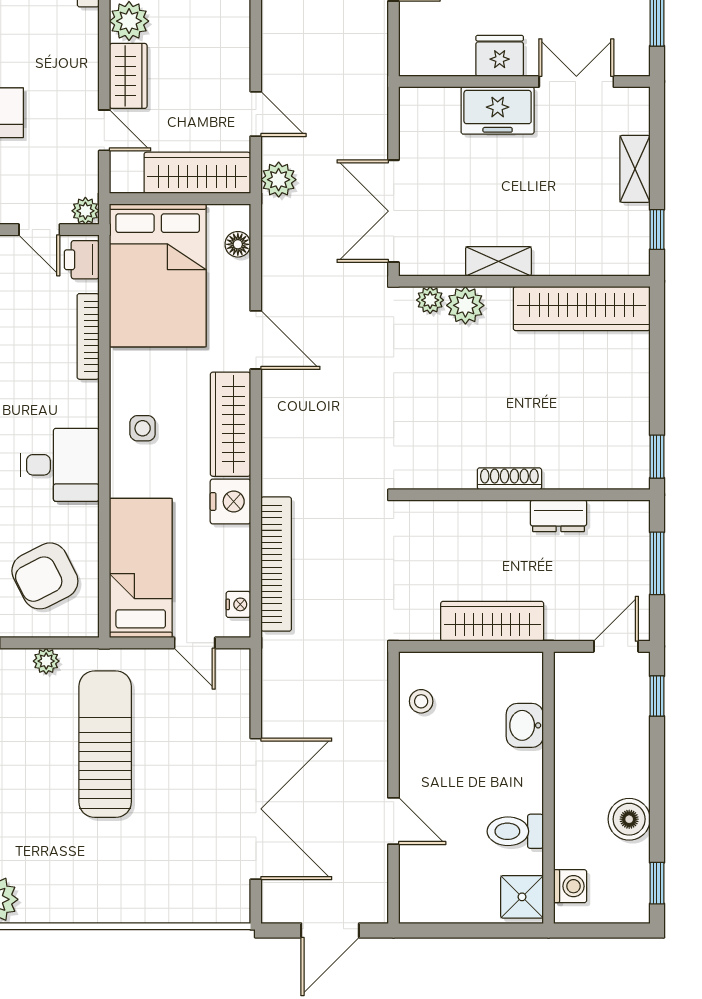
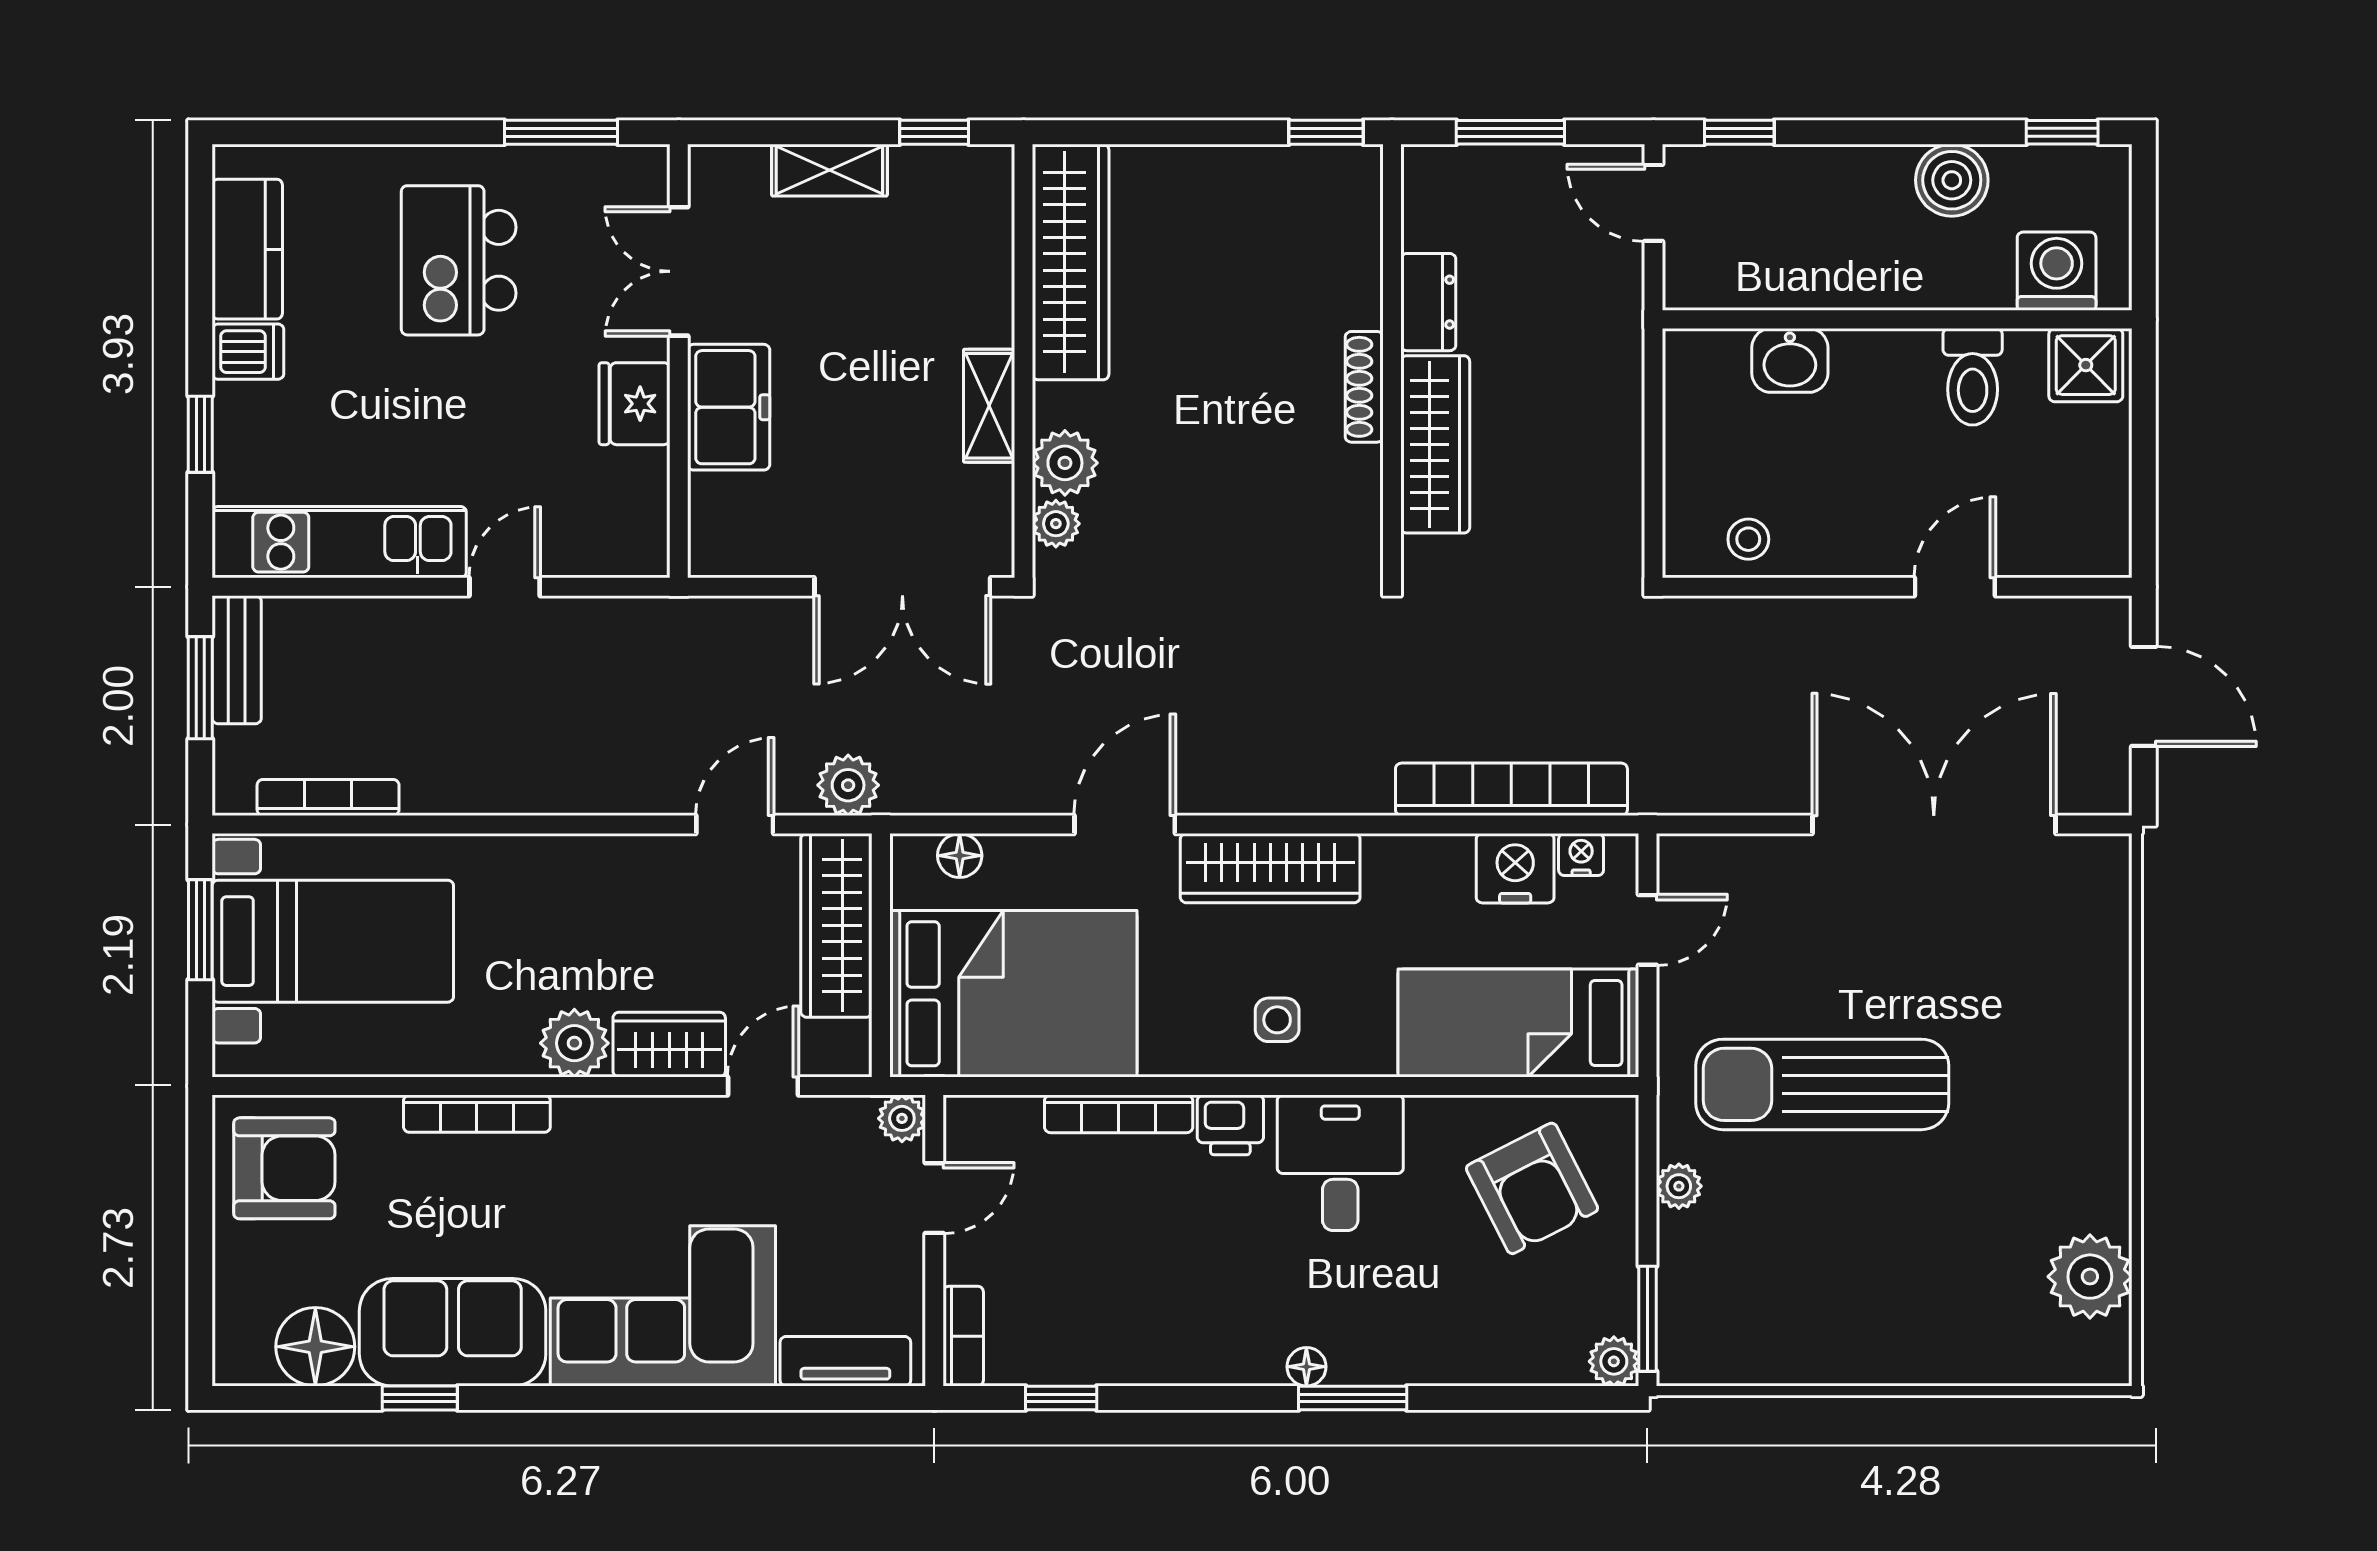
printer: (82, 260) -> (1230, 1125), moved
nightstand: (230, 502) -> (1515, 868), moved
wardrobe: (492, 621) -> (1435, 444), moved, turned 180
washing machine: (570, 886) -> (2057, 271), width x1.38, depth x1.38

